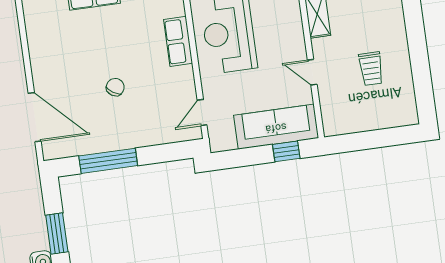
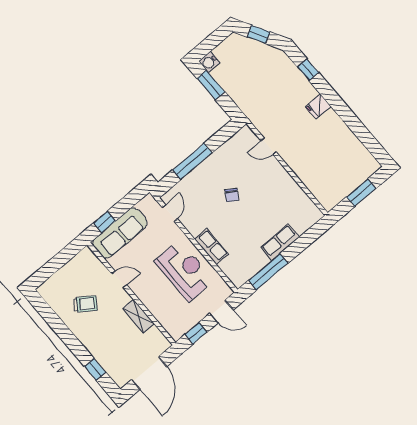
trolley: (371, 69) -> (85, 304), turned 125
door: (35, 117) -> (269, 146), width x0.53
window: (108, 161) -> (192, 161), moved

